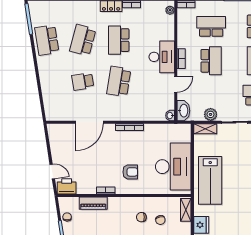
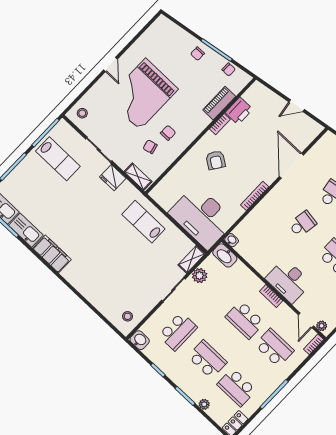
school desk: (211, 26) -> (274, 348), turned -90
school desk: (119, 81) -> (302, 224), width x0.54
door: (176, 84) -> (306, 320), moved
desk: (173, 167) -> (202, 217), moved
door: (52, 172) -> (297, 106), moved
armchair: (130, 172) -> (216, 160), turned -56
lab bench: (210, 180) -> (143, 222), width x0.73, depth x0.72
printer: (67, 186) -> (239, 111), moved

